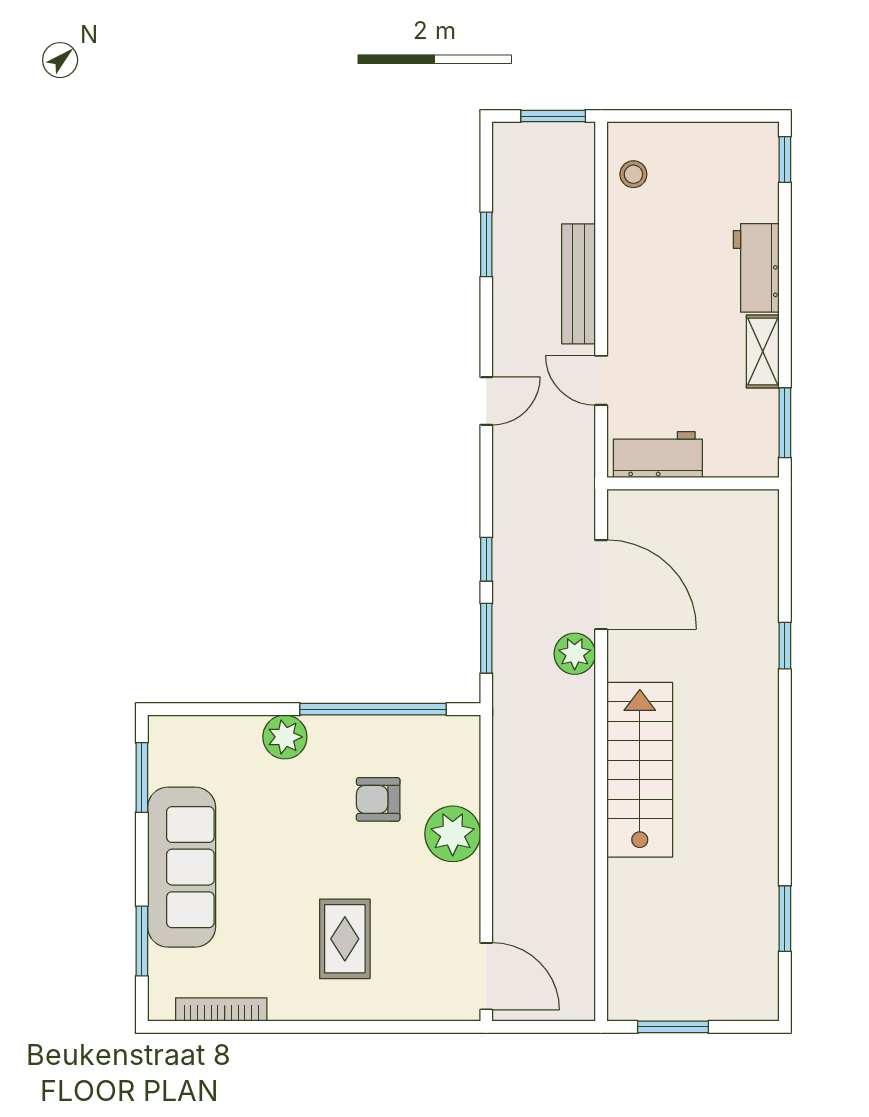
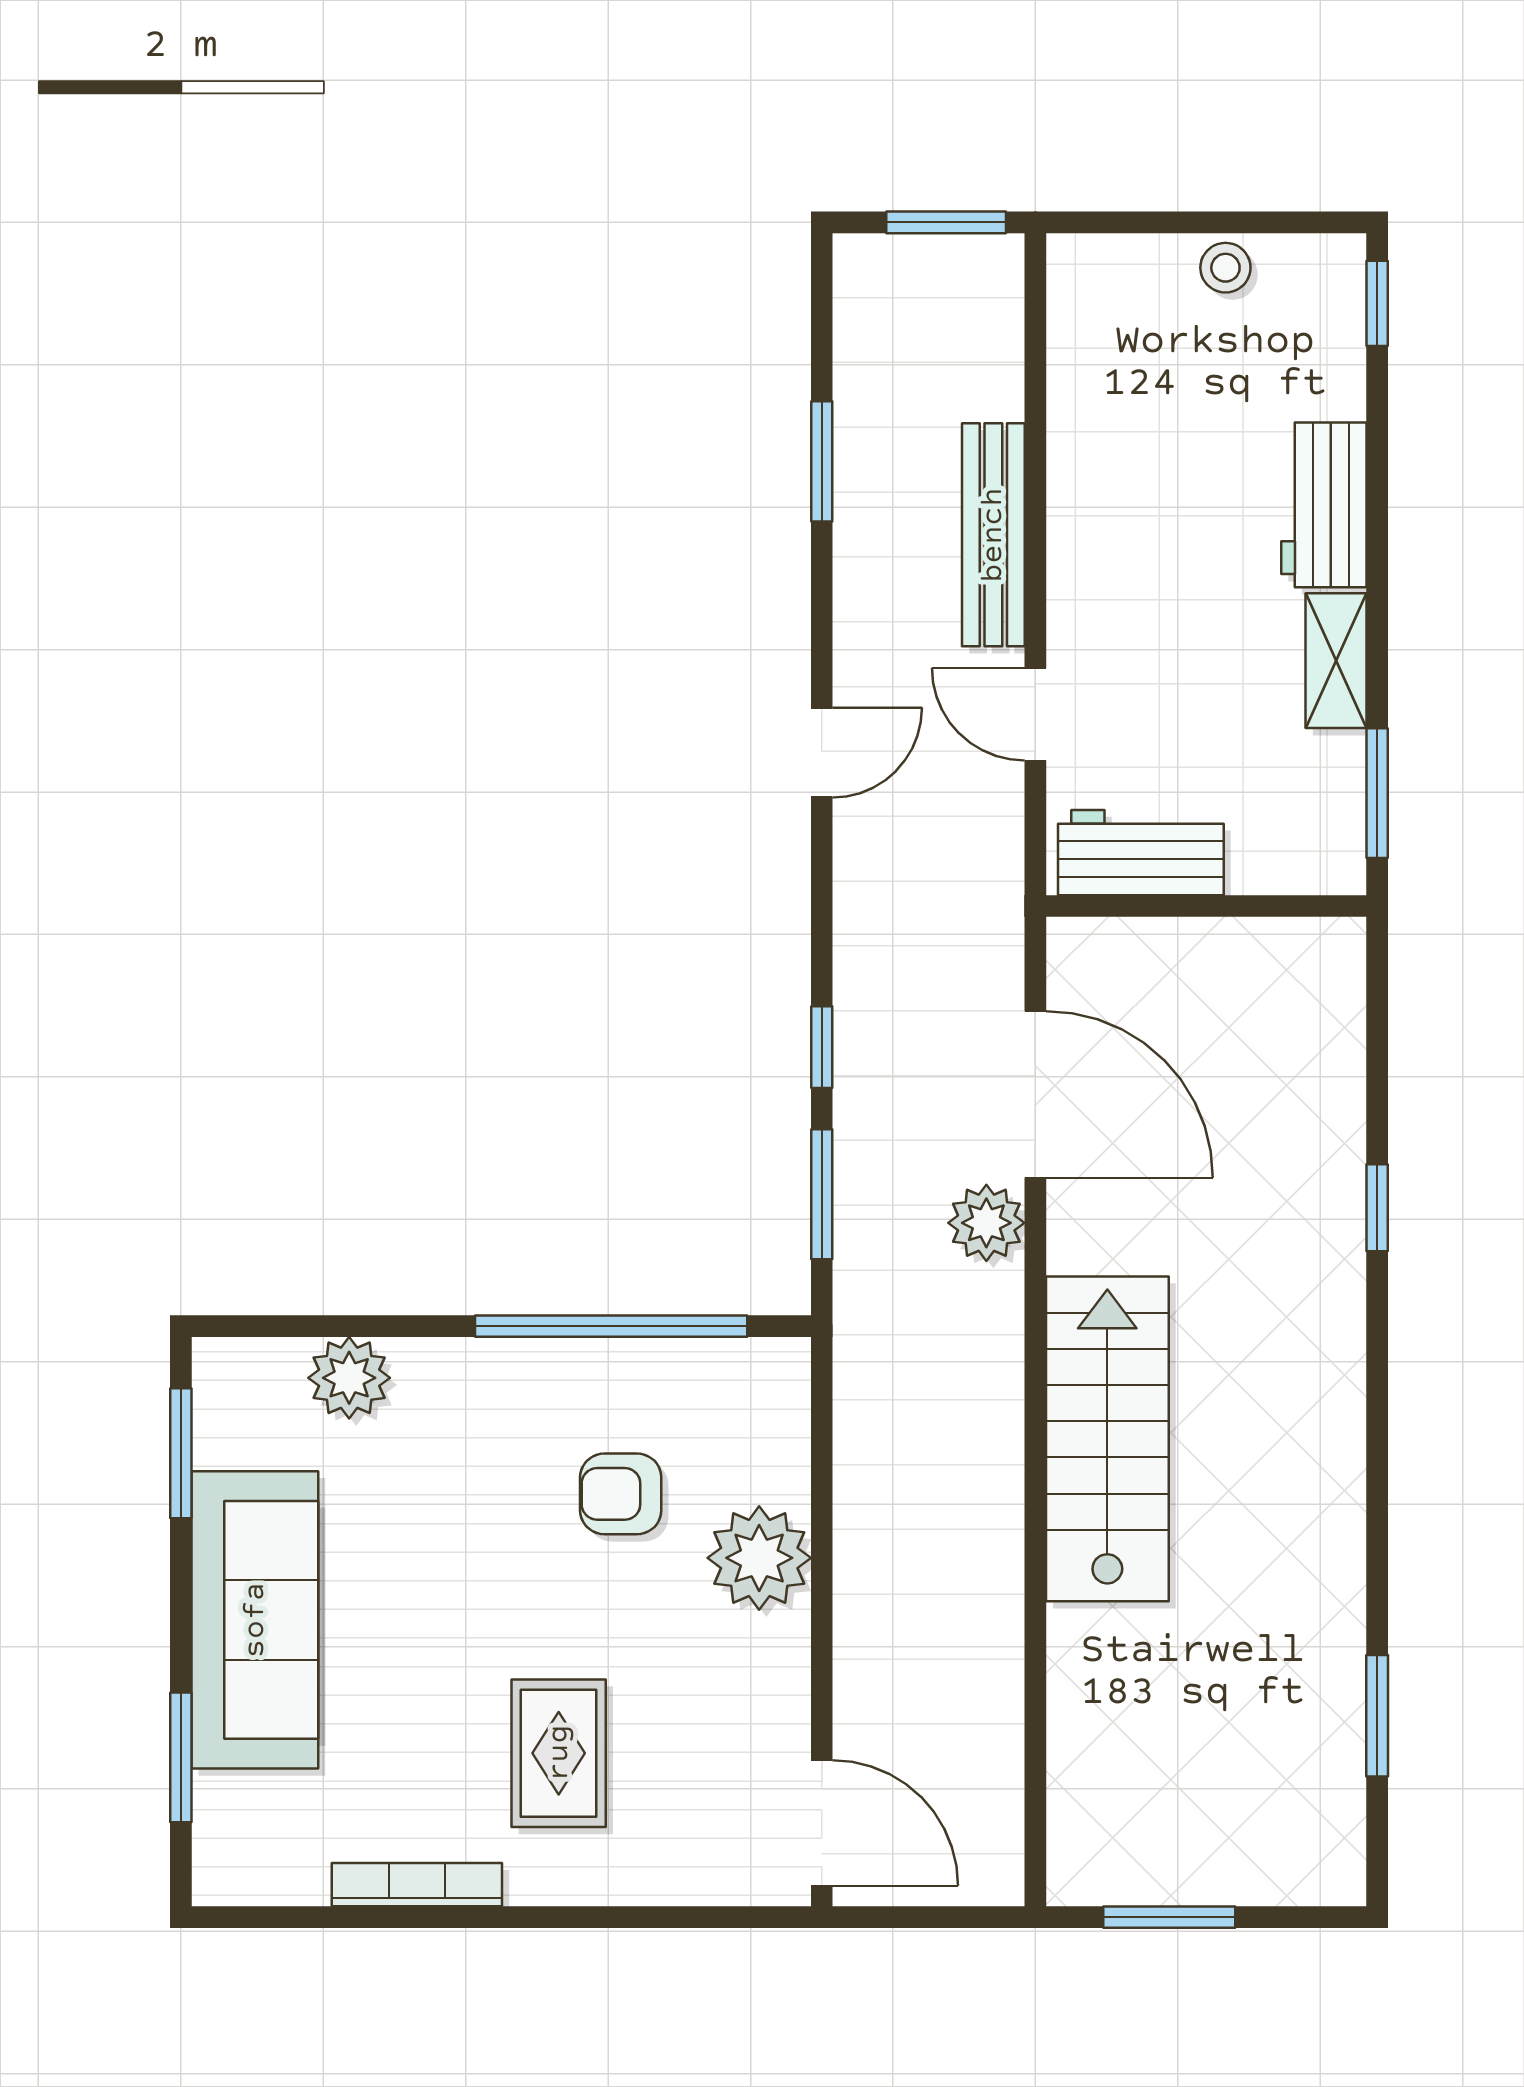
stool: (633, 174) -> (1225, 268), moved
plant: (285, 737) -> (349, 1378), moved
bookcase: (221, 1009) -> (417, 1885), moved

